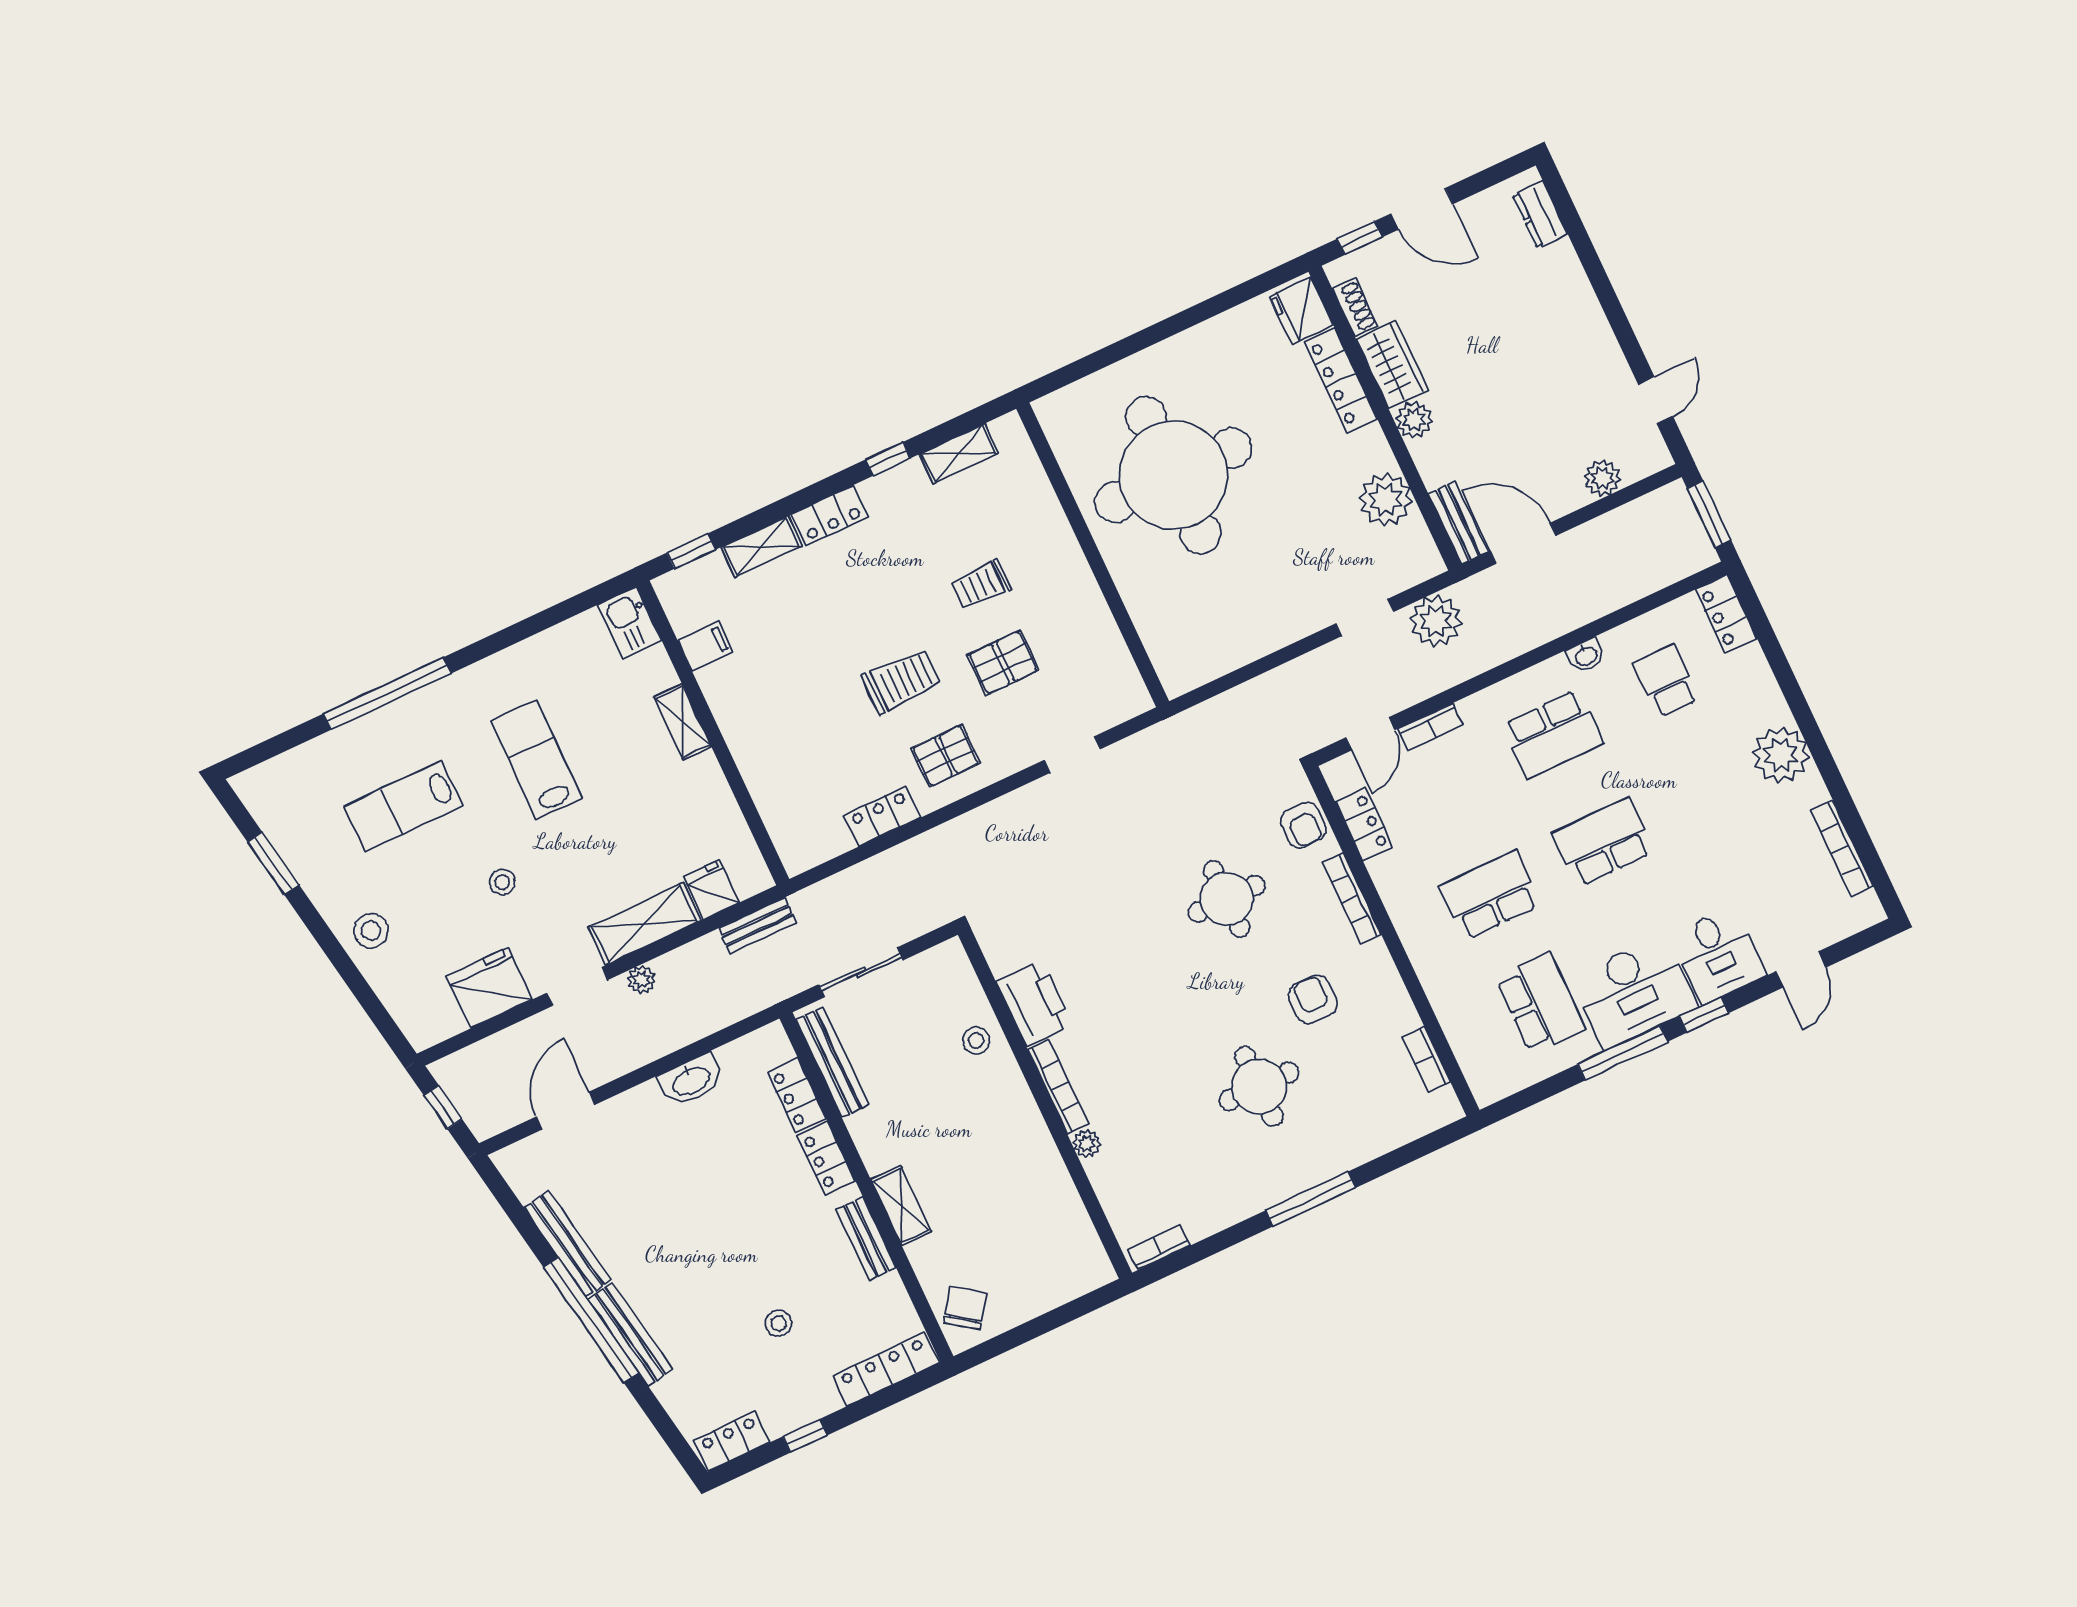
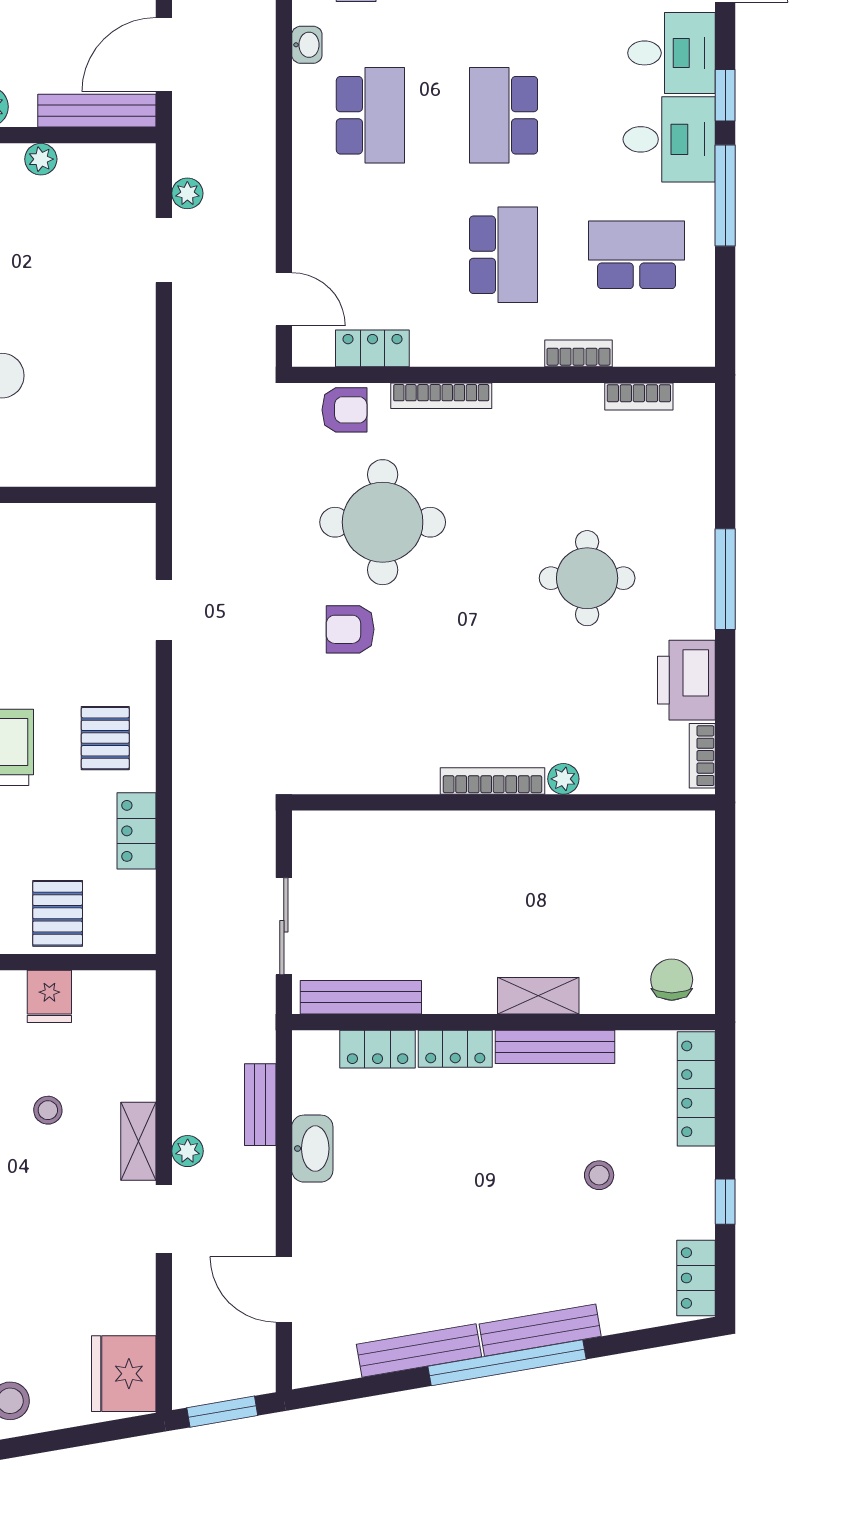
plant: (1385, 500) -> (41, 159), width x0.53, depth x0.53
bench: (1458, 523) -> (97, 111), width x1.36
plant: (1436, 621) -> (187, 193), width x0.53, depth x0.53
pallet: (1003, 663) -> (58, 913), moved
bookcase: (1431, 727) -> (579, 353), moved, turned -90
stool: (502, 882) -> (48, 1110), moved
fridge: (711, 890) -> (49, 996), moved, turned -90
school desk: (1490, 895) -> (503, 255), turned 180
round table: (1227, 899) -> (383, 522), width x1.36, depth x1.36
shelving: (644, 924) -> (138, 1141), width x0.67, depth x0.75
bench: (757, 925) -> (260, 1105), moved
fridge: (489, 988) -> (124, 1374), moved
desk: (1634, 992) -> (669, 139), width x0.73
armchair: (1313, 999) -> (350, 629), moved
printer: (1034, 1003) -> (686, 680), moved, turned -90
stool: (976, 1041) -> (407, 842), removed
window: (443, 1107) -> (222, 1412), width x1.50
bench: (866, 1239) -> (555, 1047), width x1.36
chair: (965, 1308) -> (672, 980), turned 54

